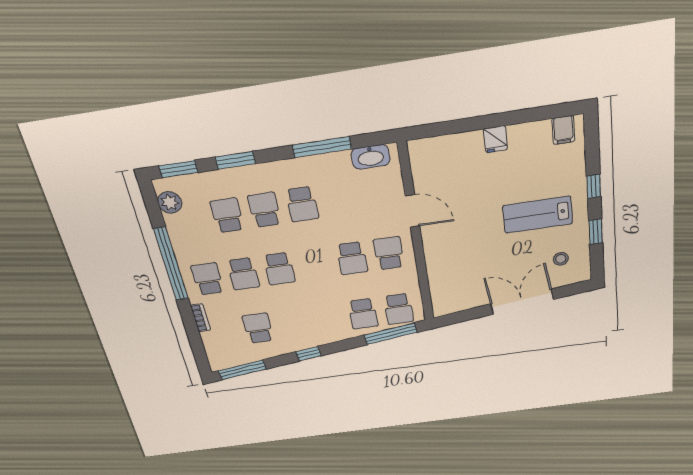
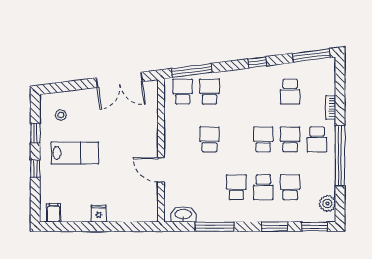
school desk: (227, 215) -> (290, 187), turned 180
school desk: (389, 253) -> (183, 139), removed
double door: (522, 302) -> (119, 80), moved

